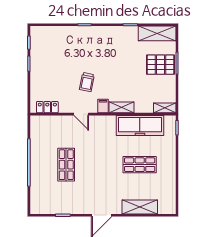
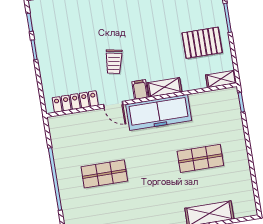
pallet: (161, 65) -> (202, 43), moved
locker: (47, 107) -> (75, 102), width x1.53
freezer: (140, 125) -> (159, 112), moved
shop shelf: (66, 165) -> (104, 174), turned 90

